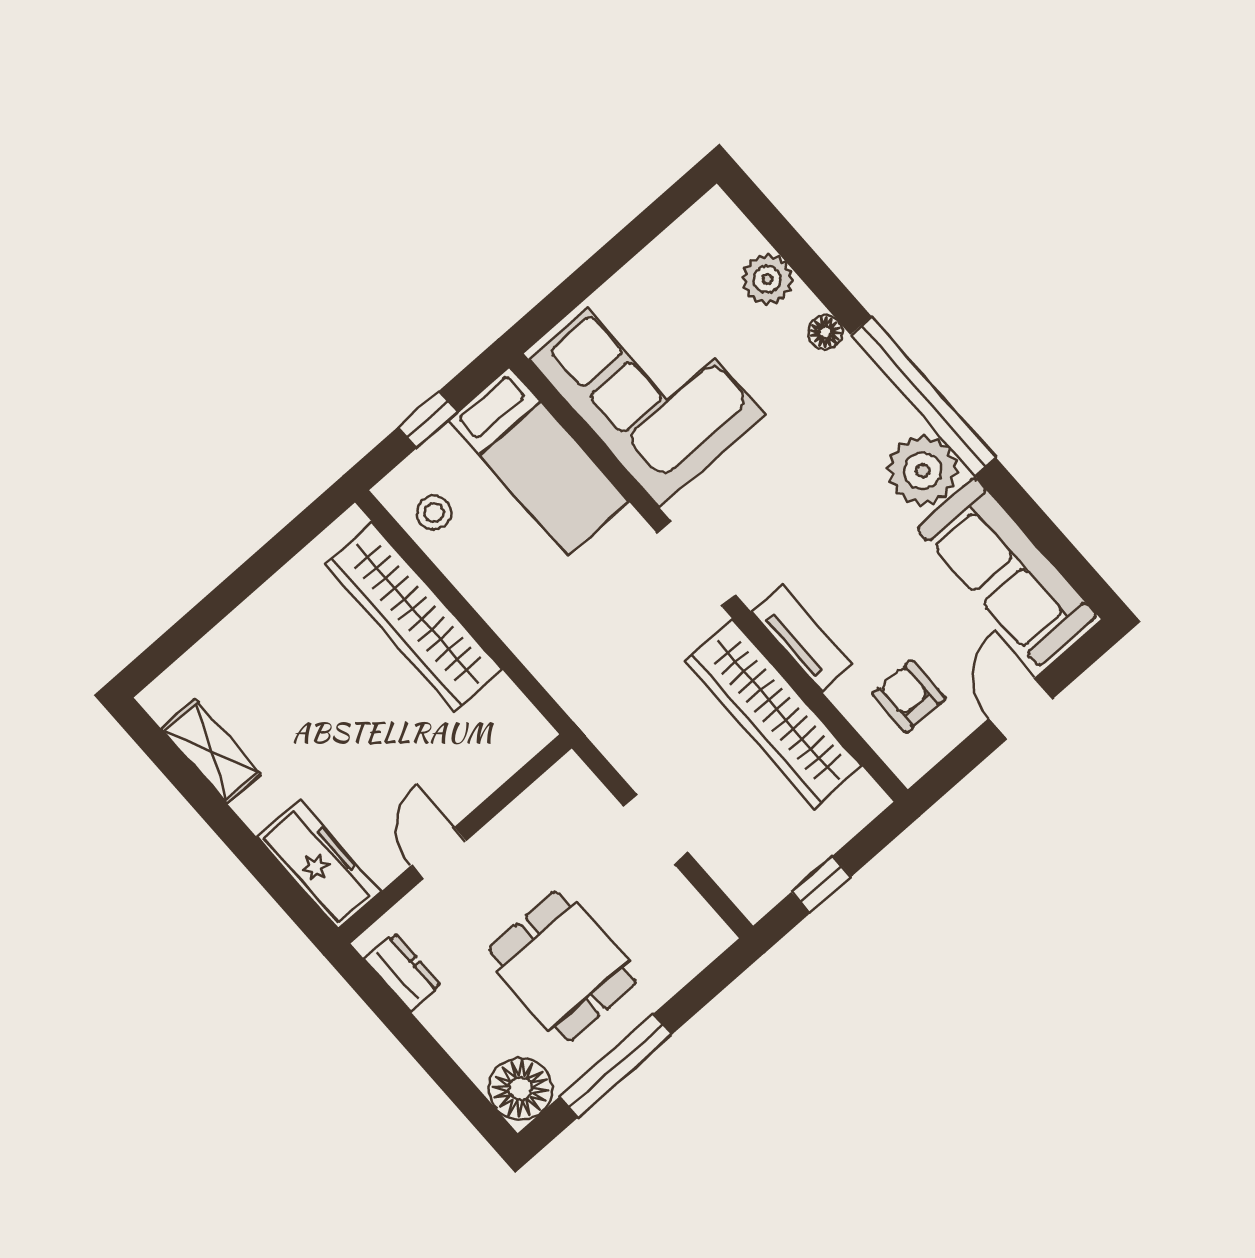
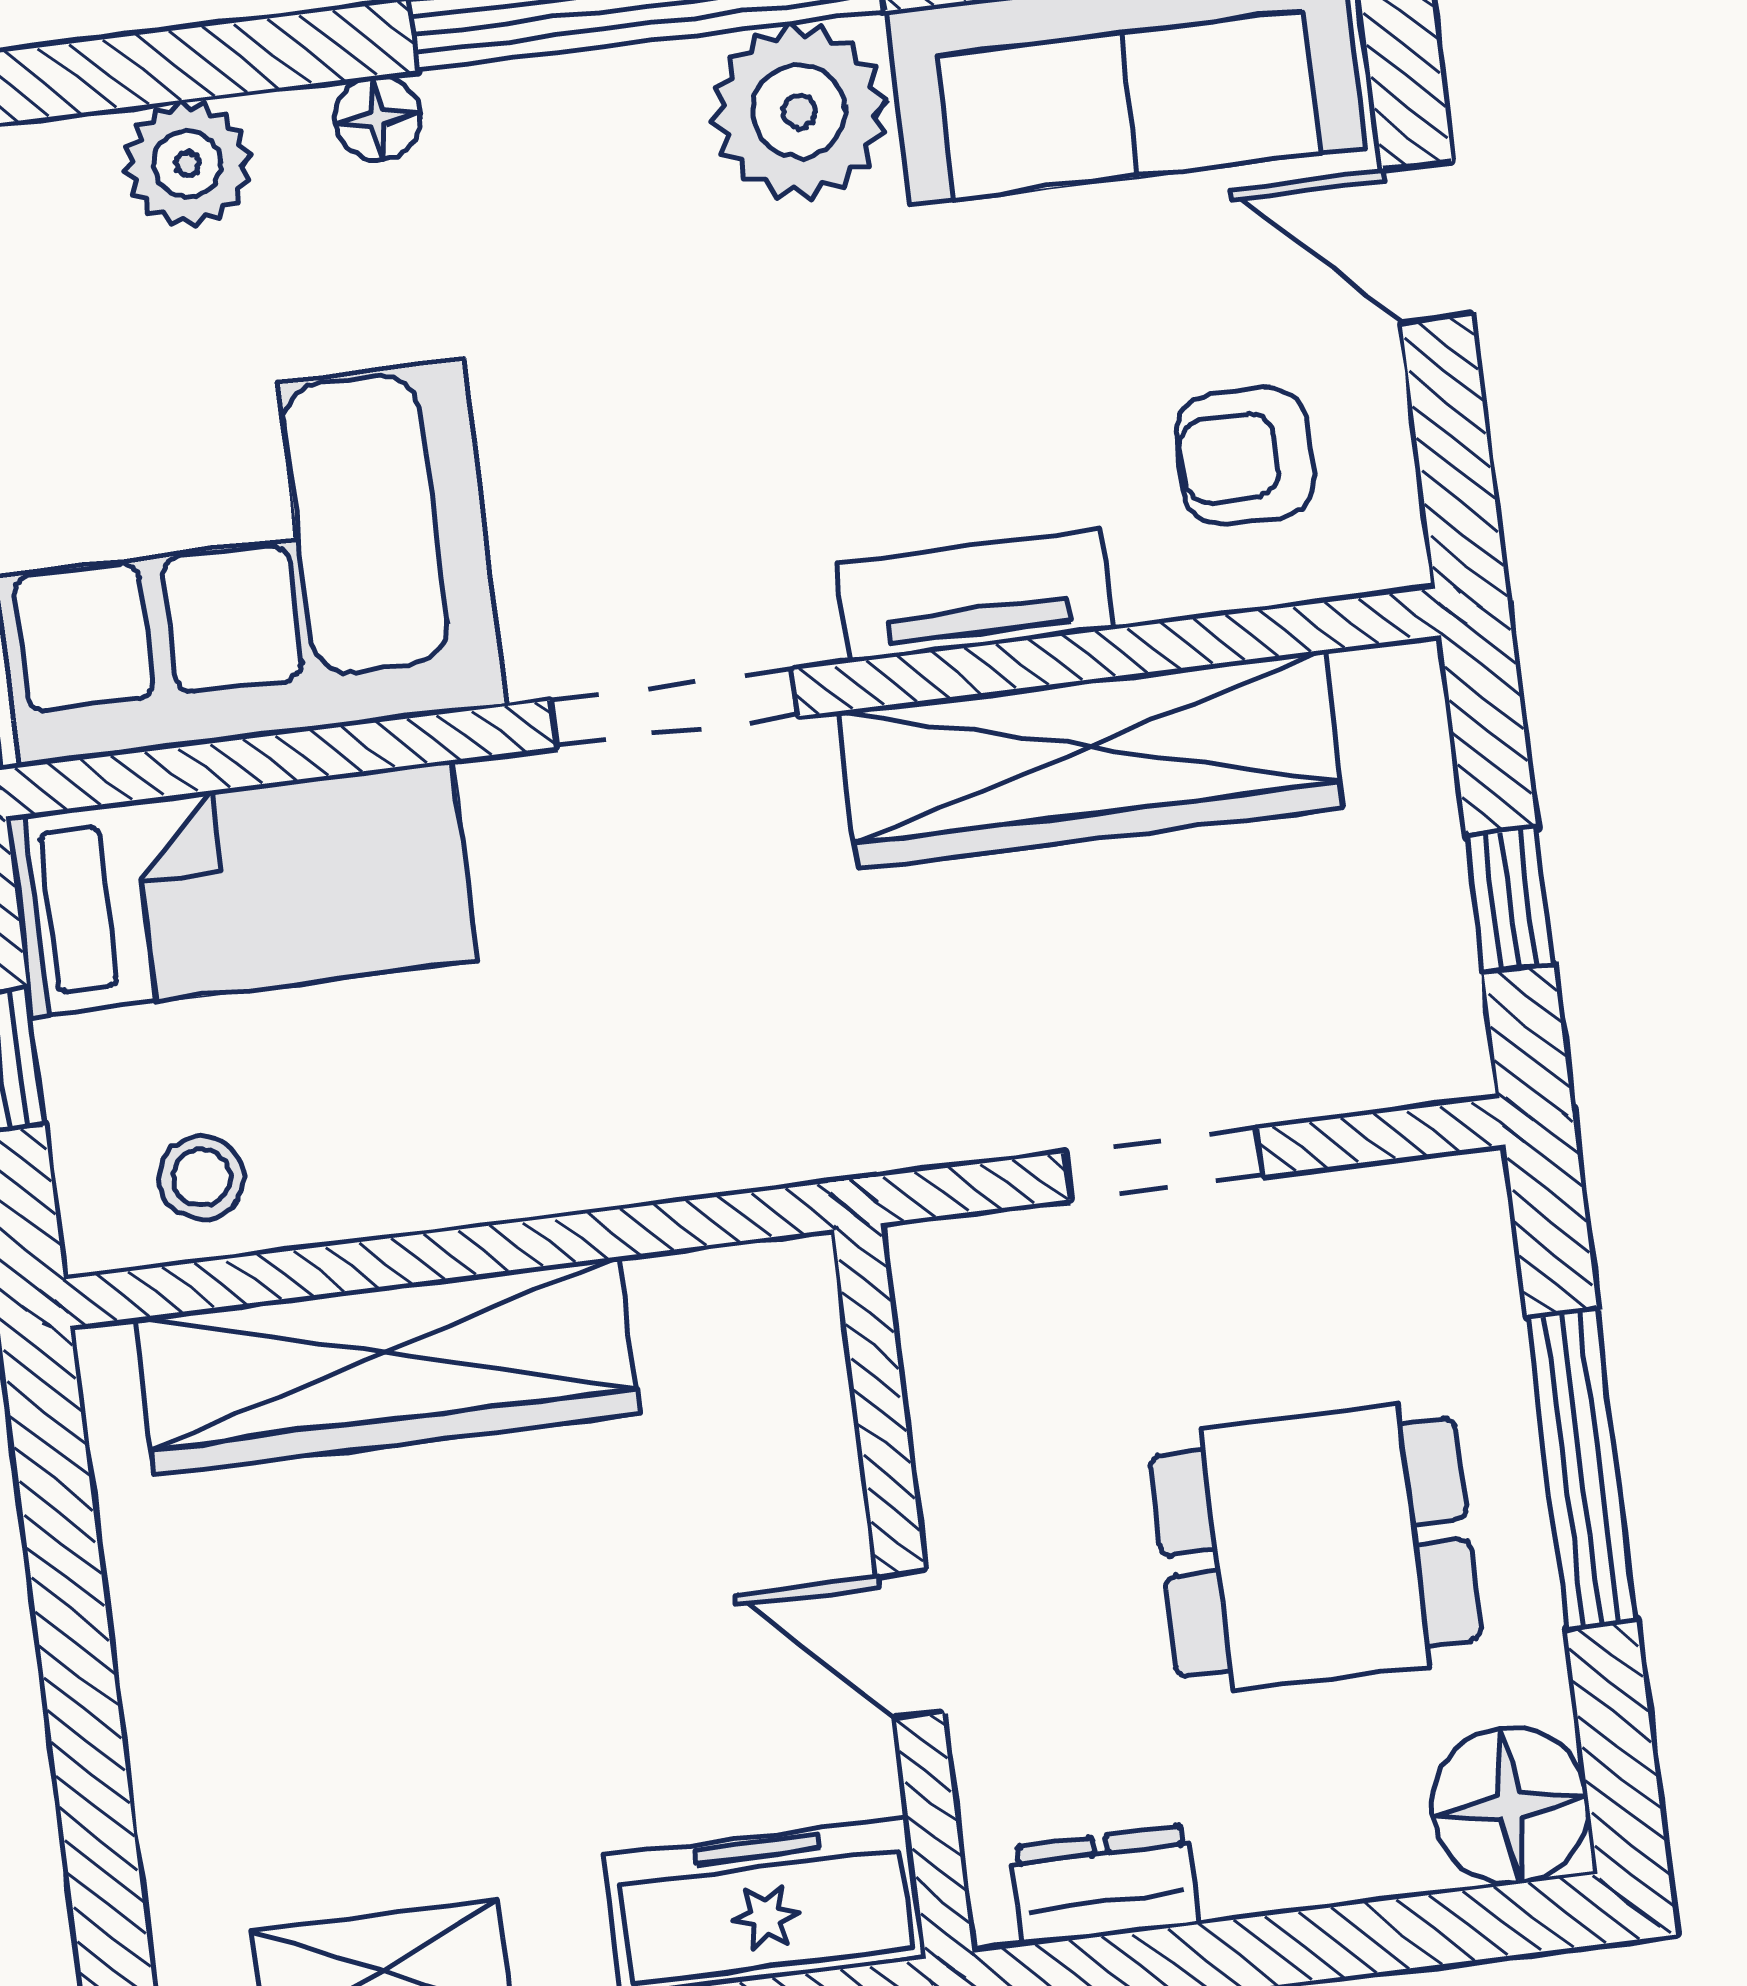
window: (616, 1066) -> (1582, 1469), moved

